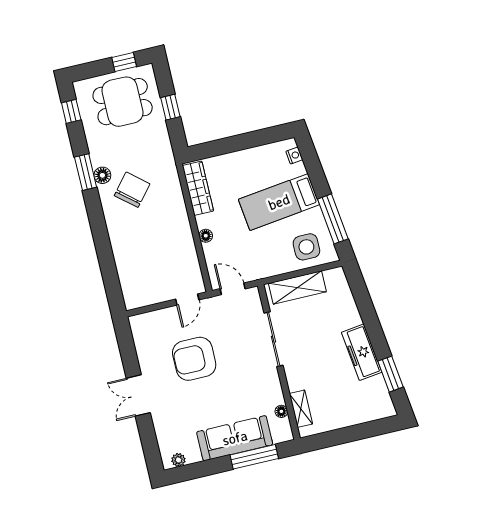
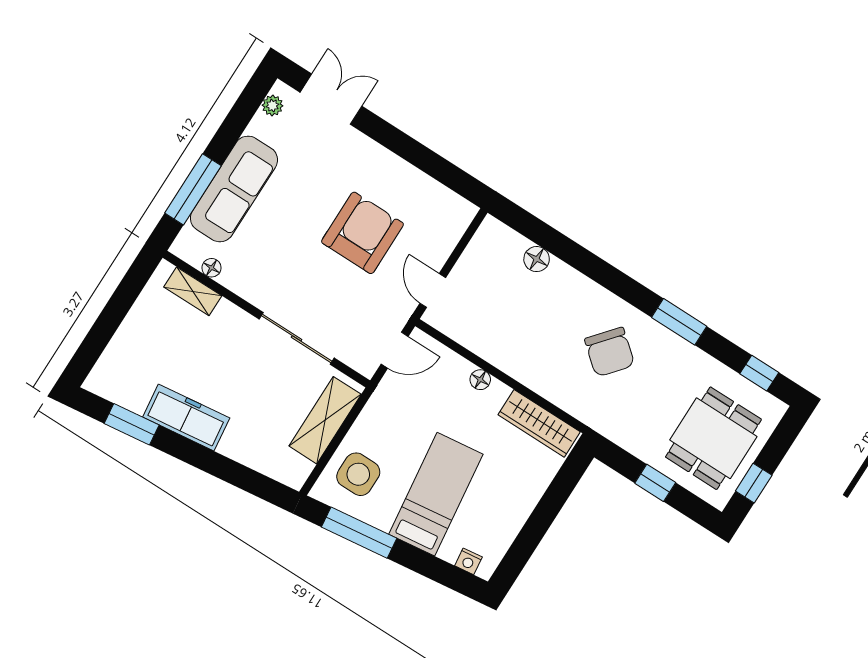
floor lamp: (102, 175) -> (537, 259), moved
double door: (138, 395) -> (331, 99), moved

